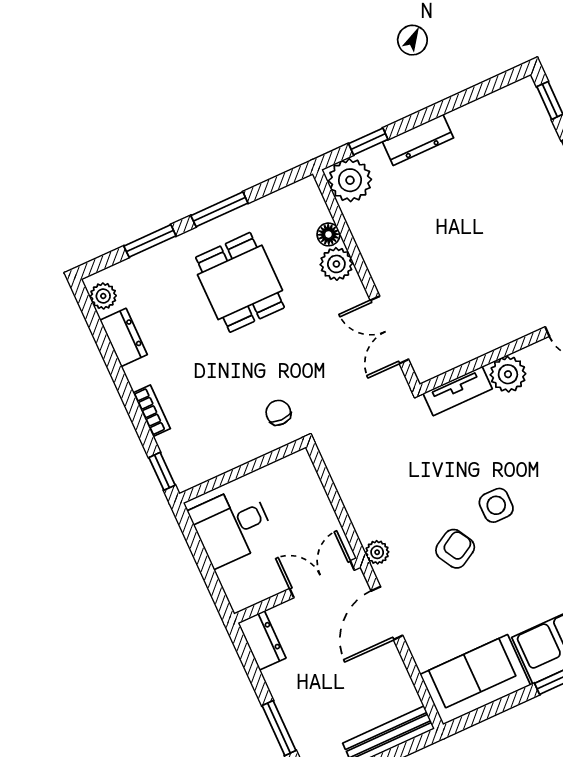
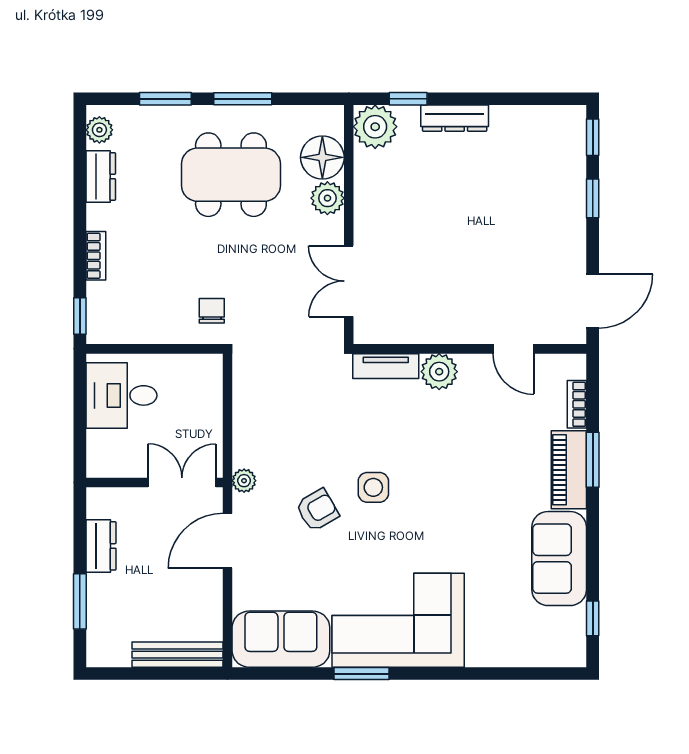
floor lamp: (328, 234) -> (322, 157), width x1.89, depth x1.89
dining table: (240, 282) -> (231, 175), width x1.38
dresser: (262, 640) -> (101, 546), moved

